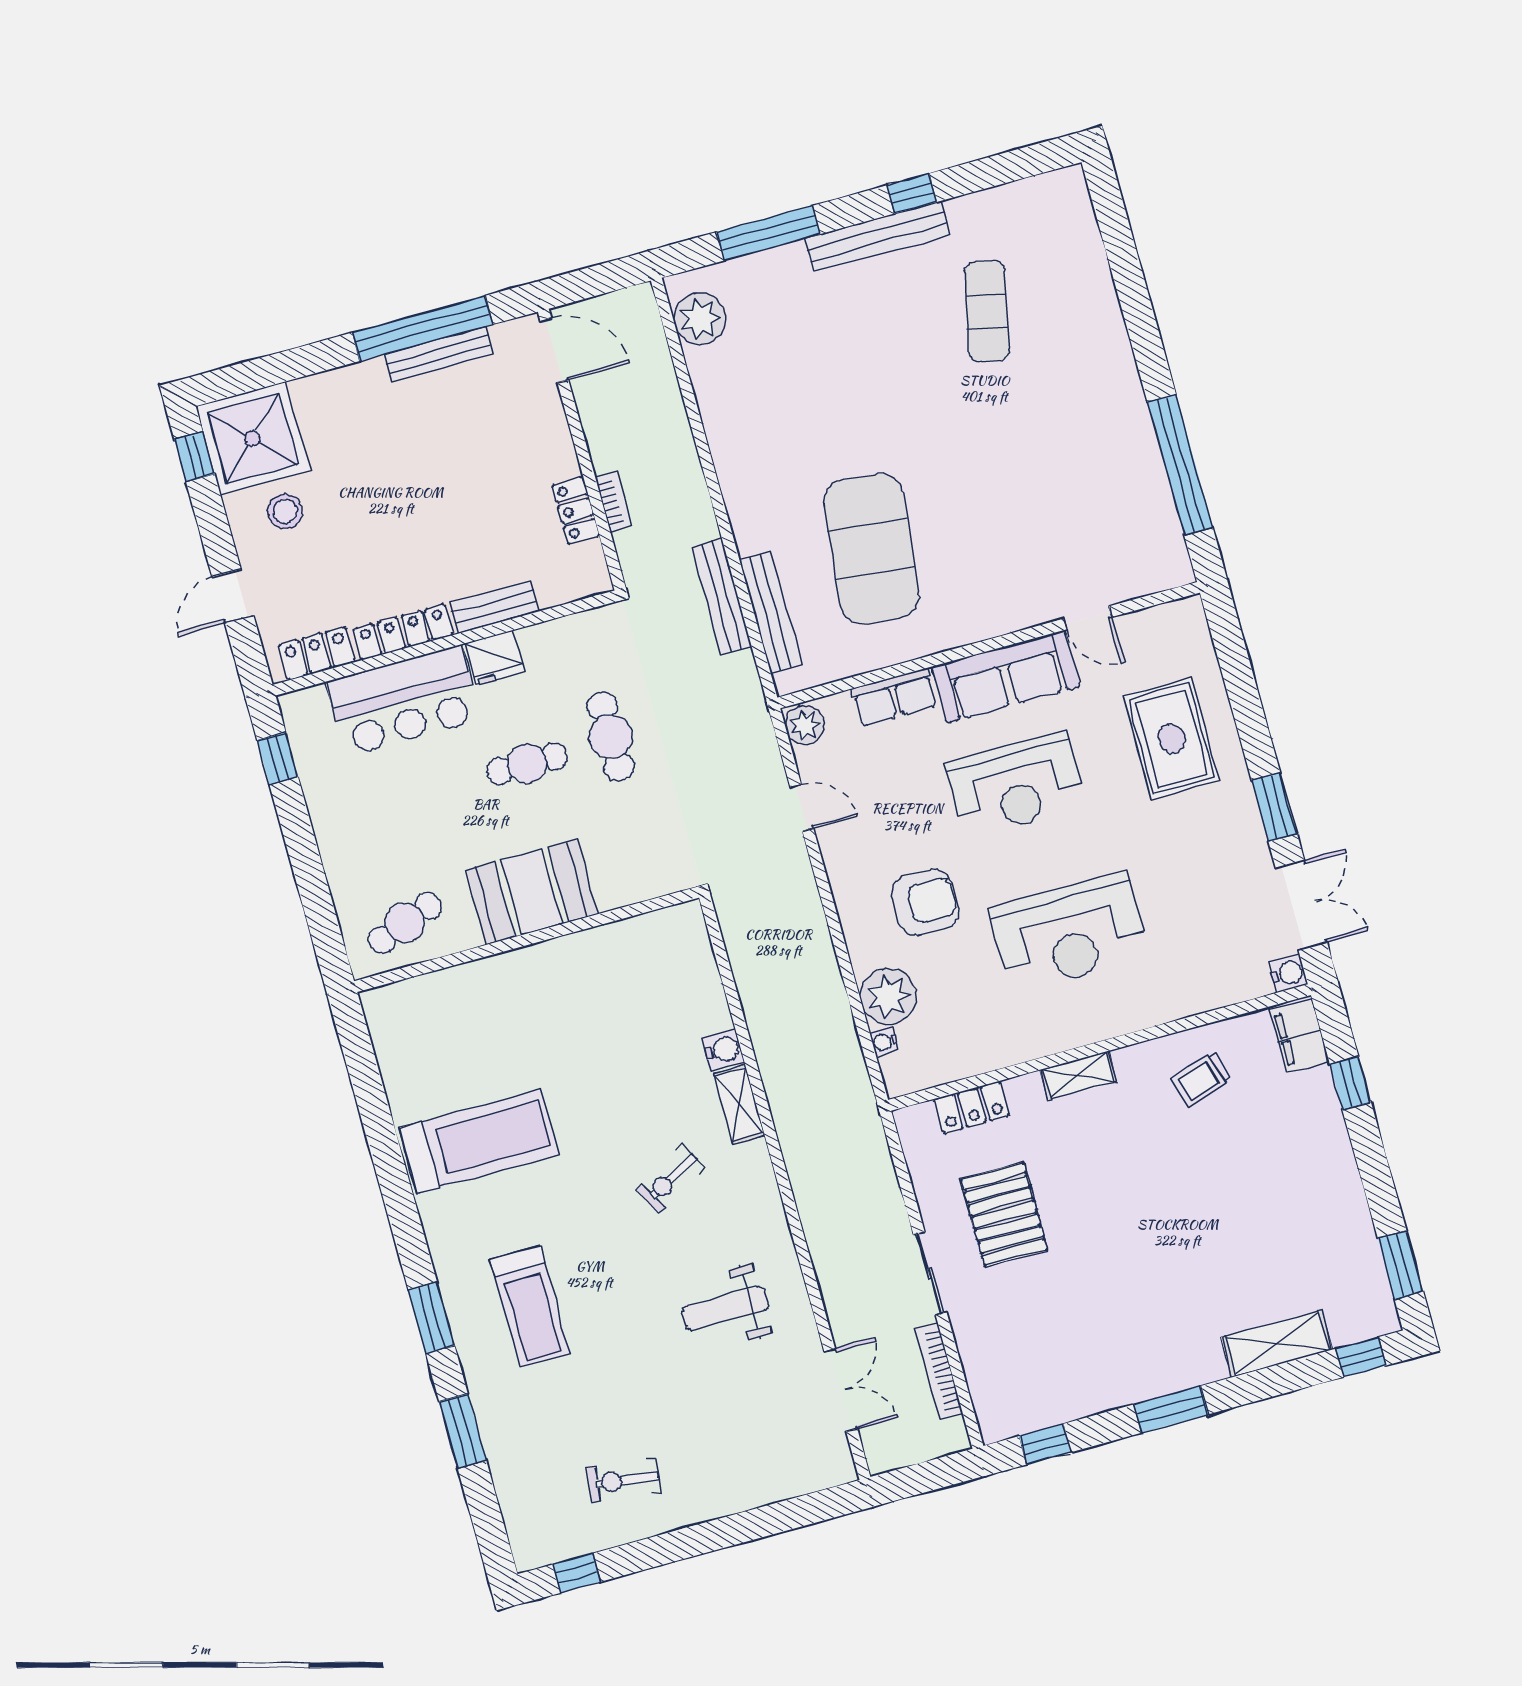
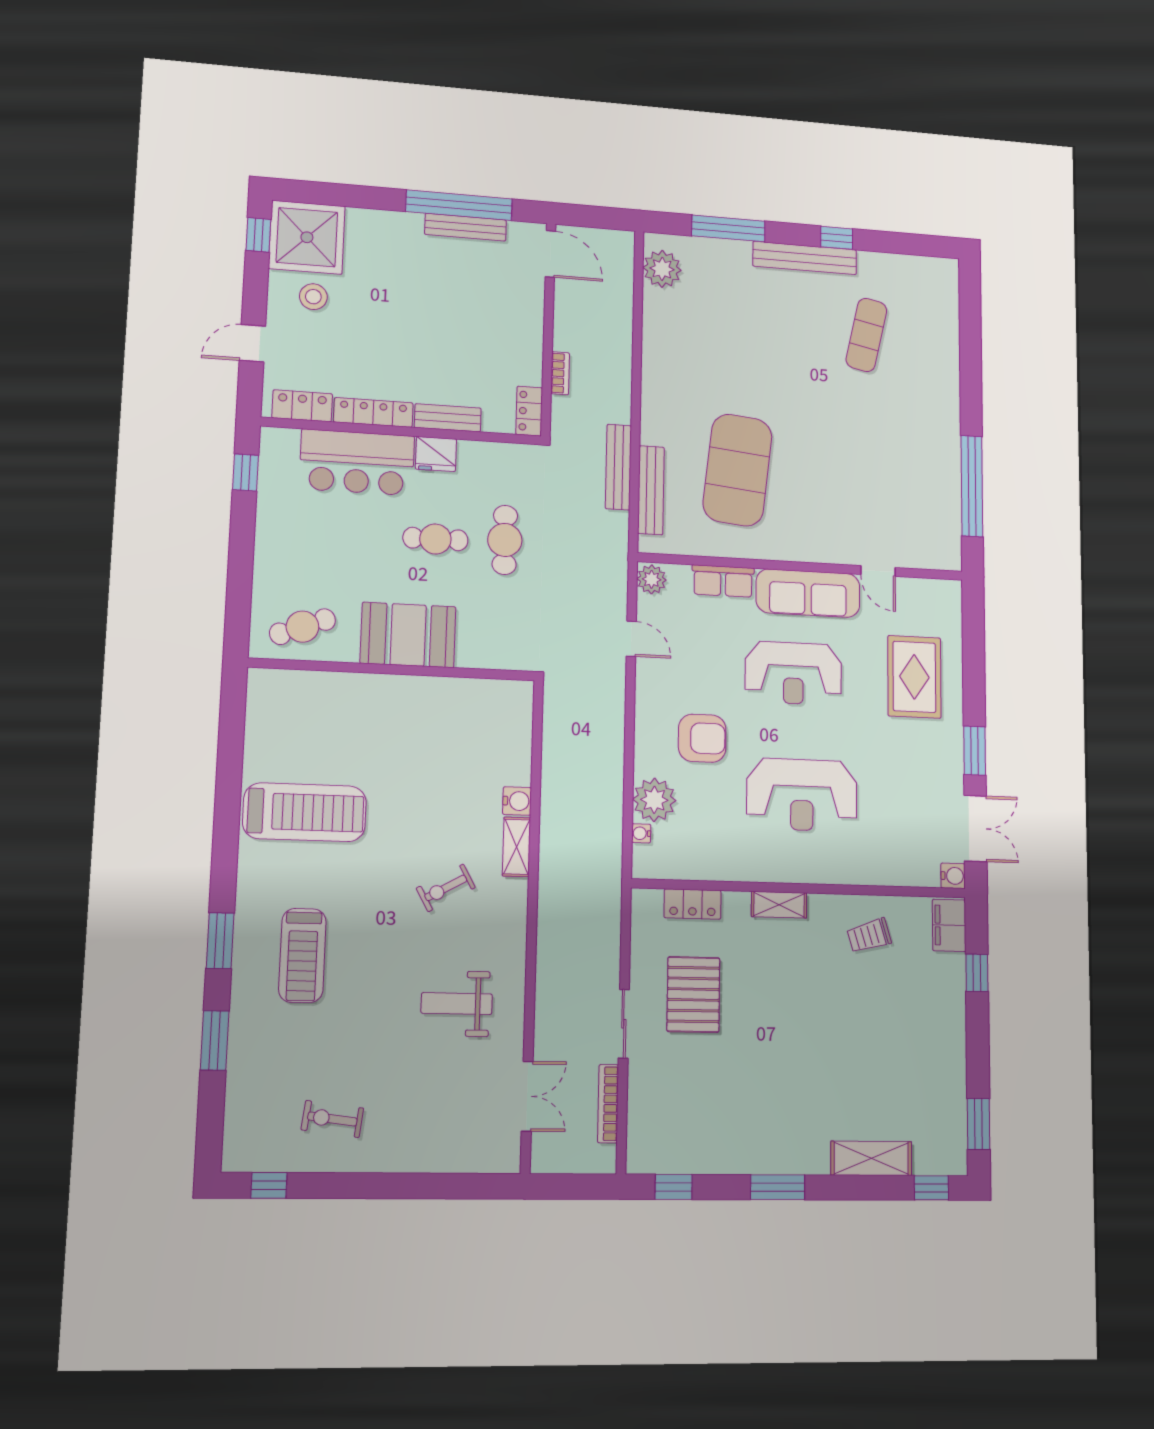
locker: (576, 510) -> (529, 411), moved

